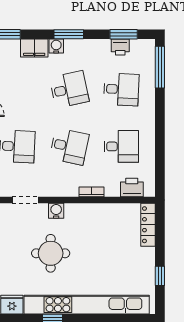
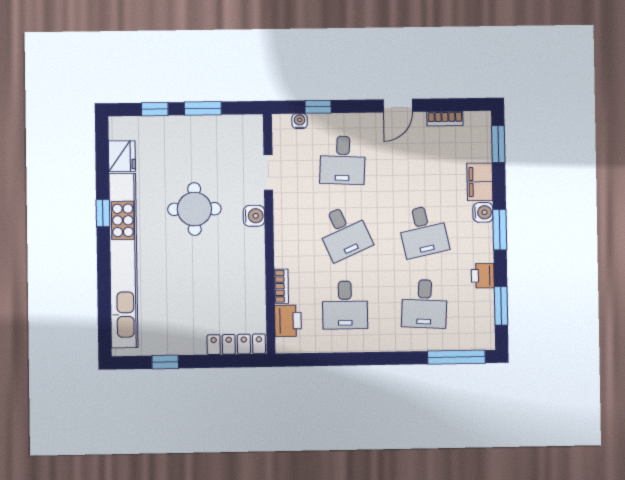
printer: (120, 47) -> (483, 276), moved
desk: (69, 146) -> (344, 233), turned -36
bookcase: (91, 192) -> (281, 286), moved

